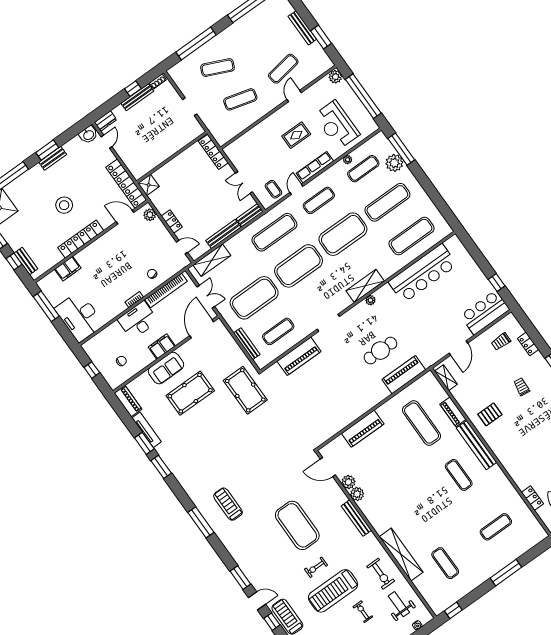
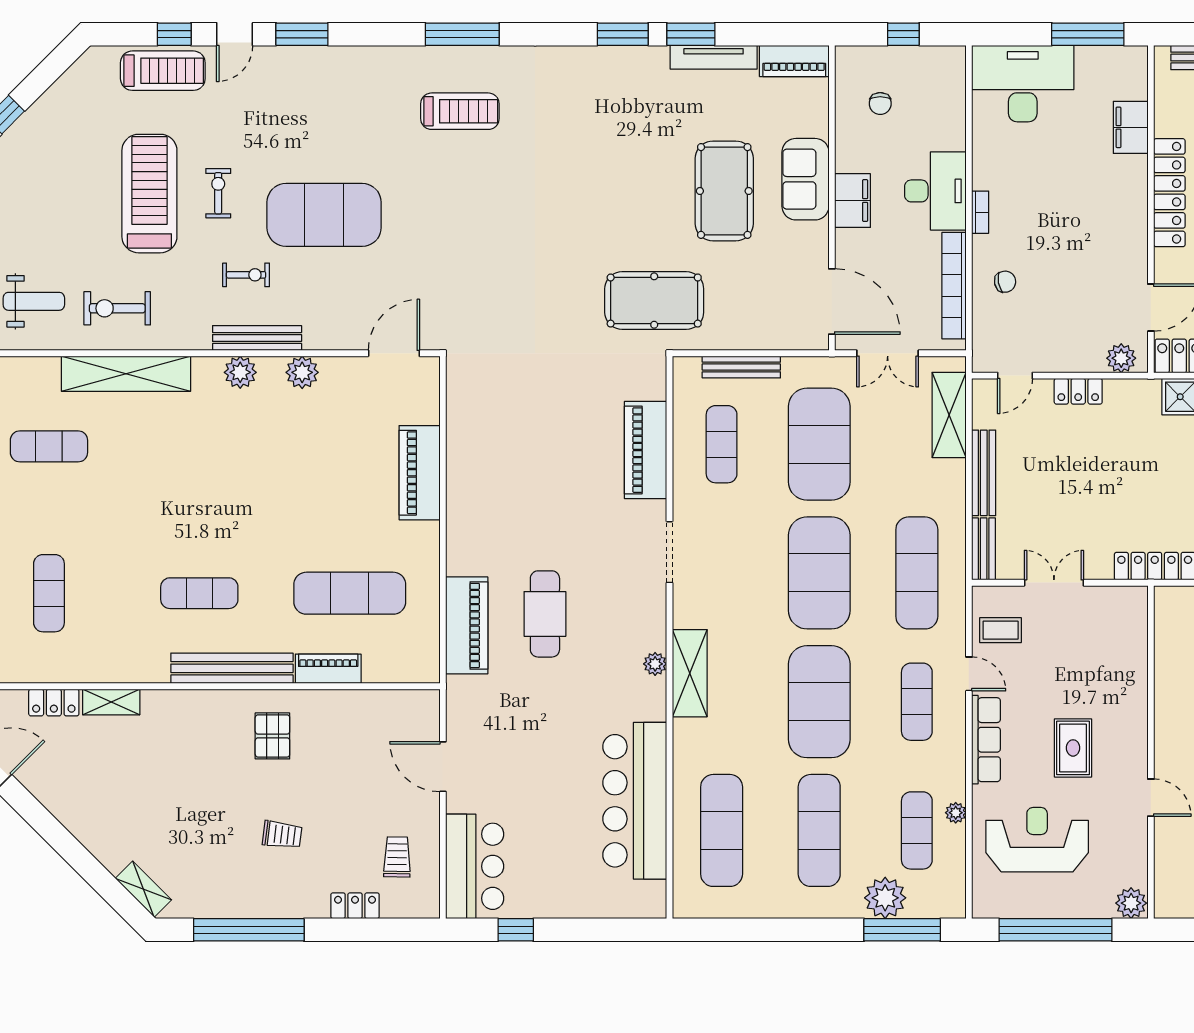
shelving: (446, 378) -> (111, 702), moved
plant: (348, 482) -> (240, 372), moved
exercise bike: (363, 612) -> (246, 275), moved

